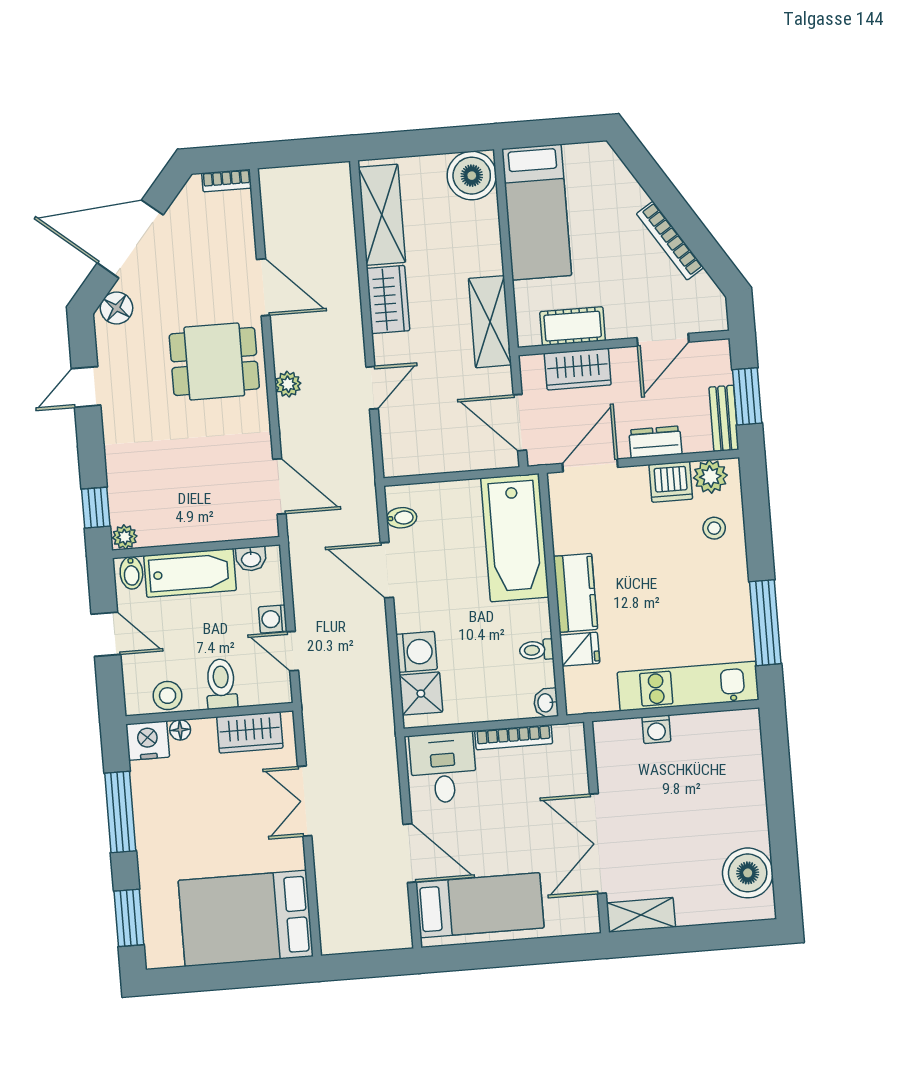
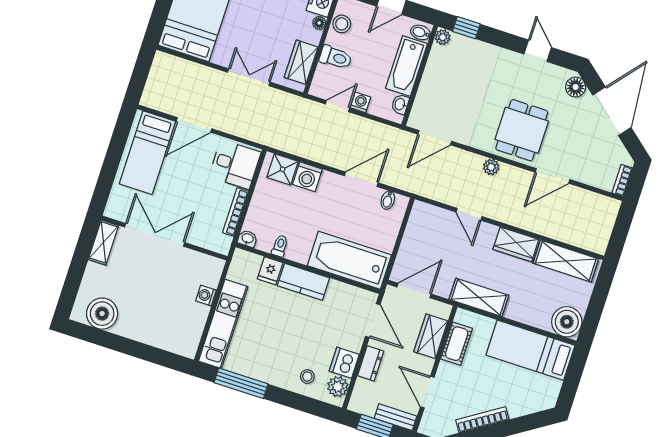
bench: (724, 418) -> (396, 417), moved

